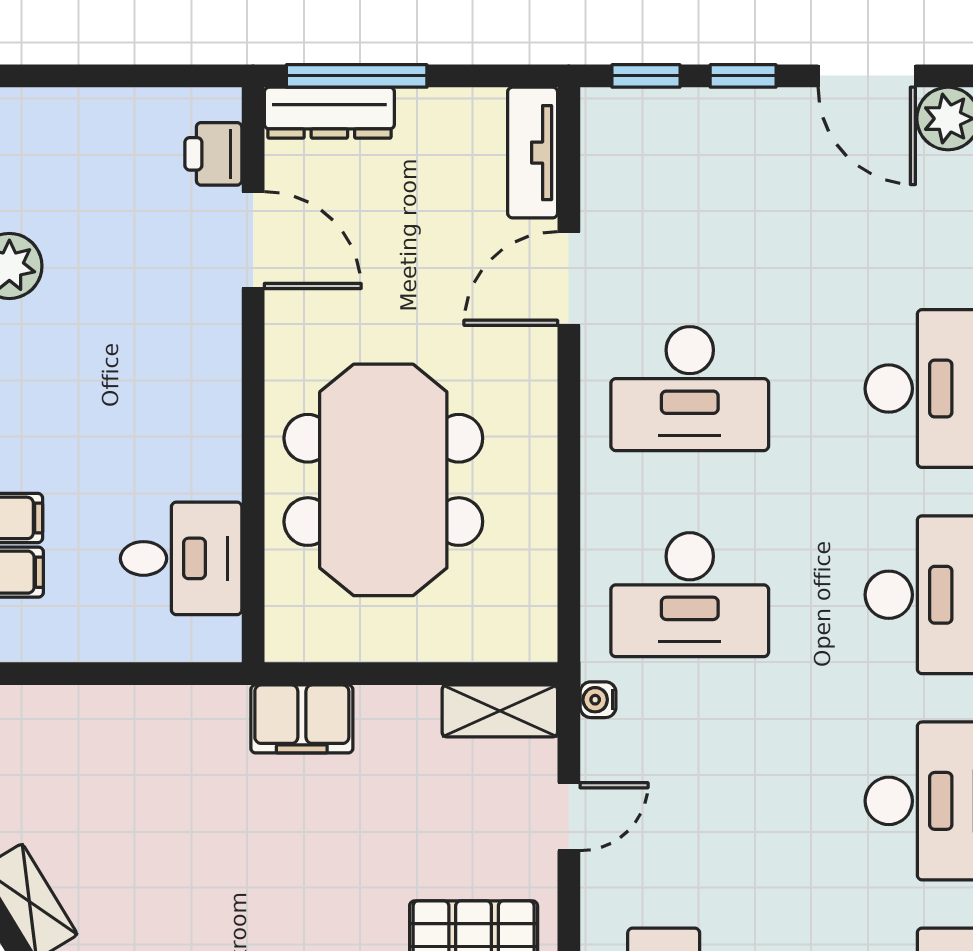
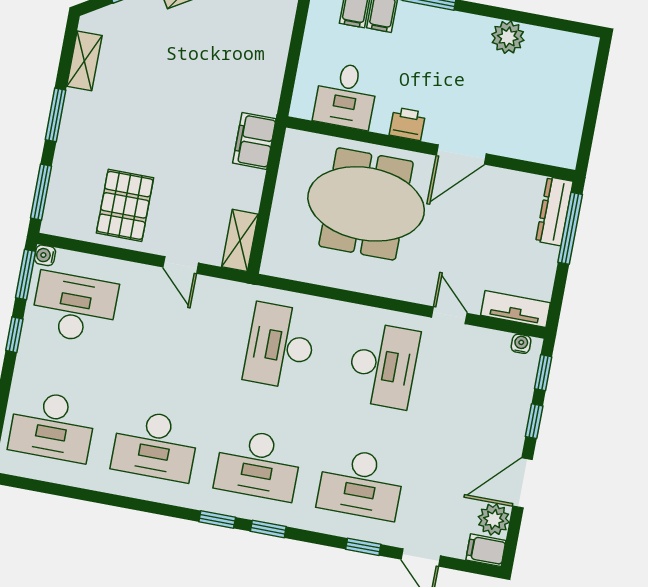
printer: (213, 154) -> (407, 124), moved
door: (253, 240) -> (461, 154), moved
door: (569, 278) -> (449, 315), width x0.73
desk: (690, 389) -> (383, 365), turned 180
water cooler: (598, 700) -> (521, 344), moved

